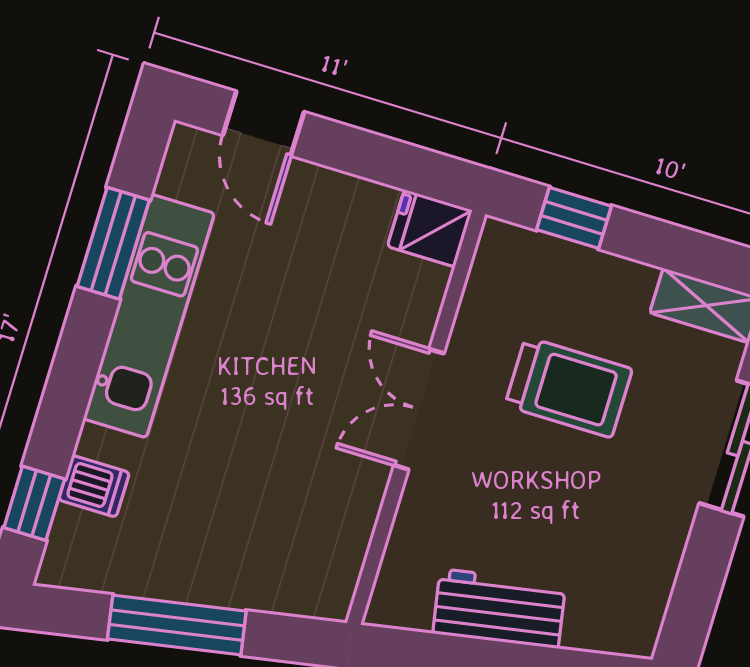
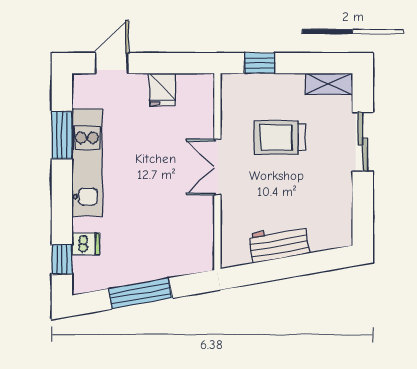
door: (263, 124) -> (112, 63), swing flipped
fridge: (430, 228) -> (162, 89), moved, turned -90
trolley: (569, 387) -> (280, 138), turned 180

